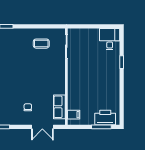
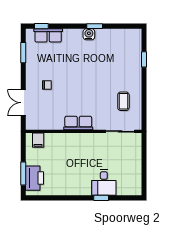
desk: (110, 39) -> (104, 183), moved, turned 90
row of seats: (59, 107) -> (78, 123), moved

